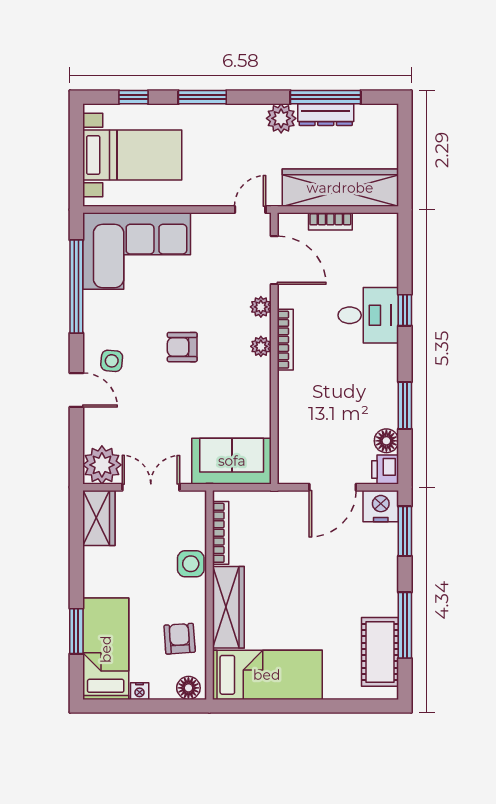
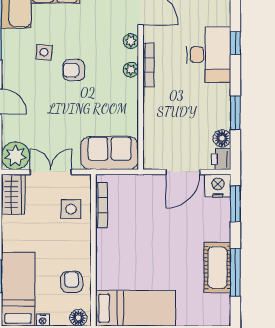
desk: (368, 315) -> (209, 55), width x1.37
side table: (112, 361) -> (44, 52), moved
side table: (191, 564) -> (71, 209), moved
wardrobe: (228, 607) -> (107, 259), removed
cot: (380, 652) -> (217, 268), moved

